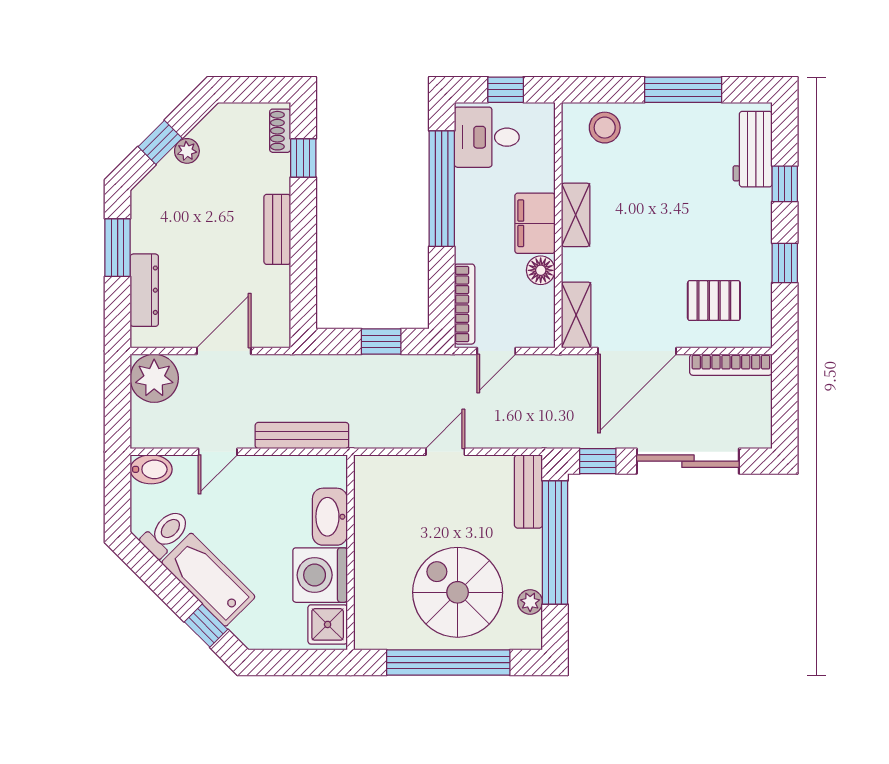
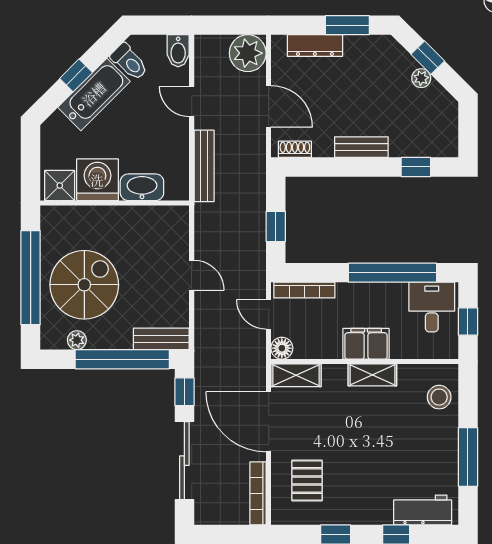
shoe rack: (280, 131) -> (295, 149), moved
floor lamp: (541, 270) -> (282, 348), moved
window: (206, 626) -> (76, 75), moved

